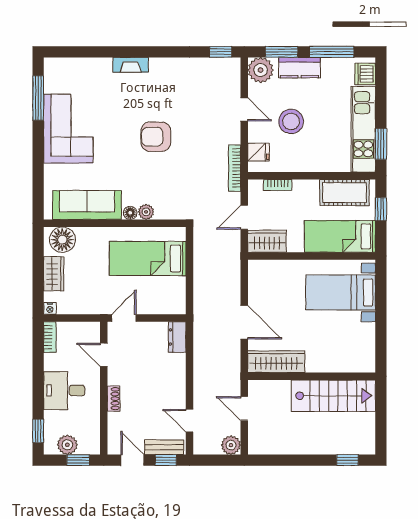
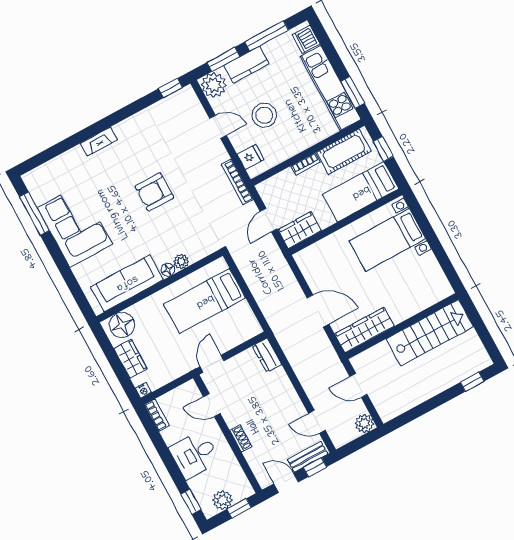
bookcase: (278, 185) -> (306, 164), moved

